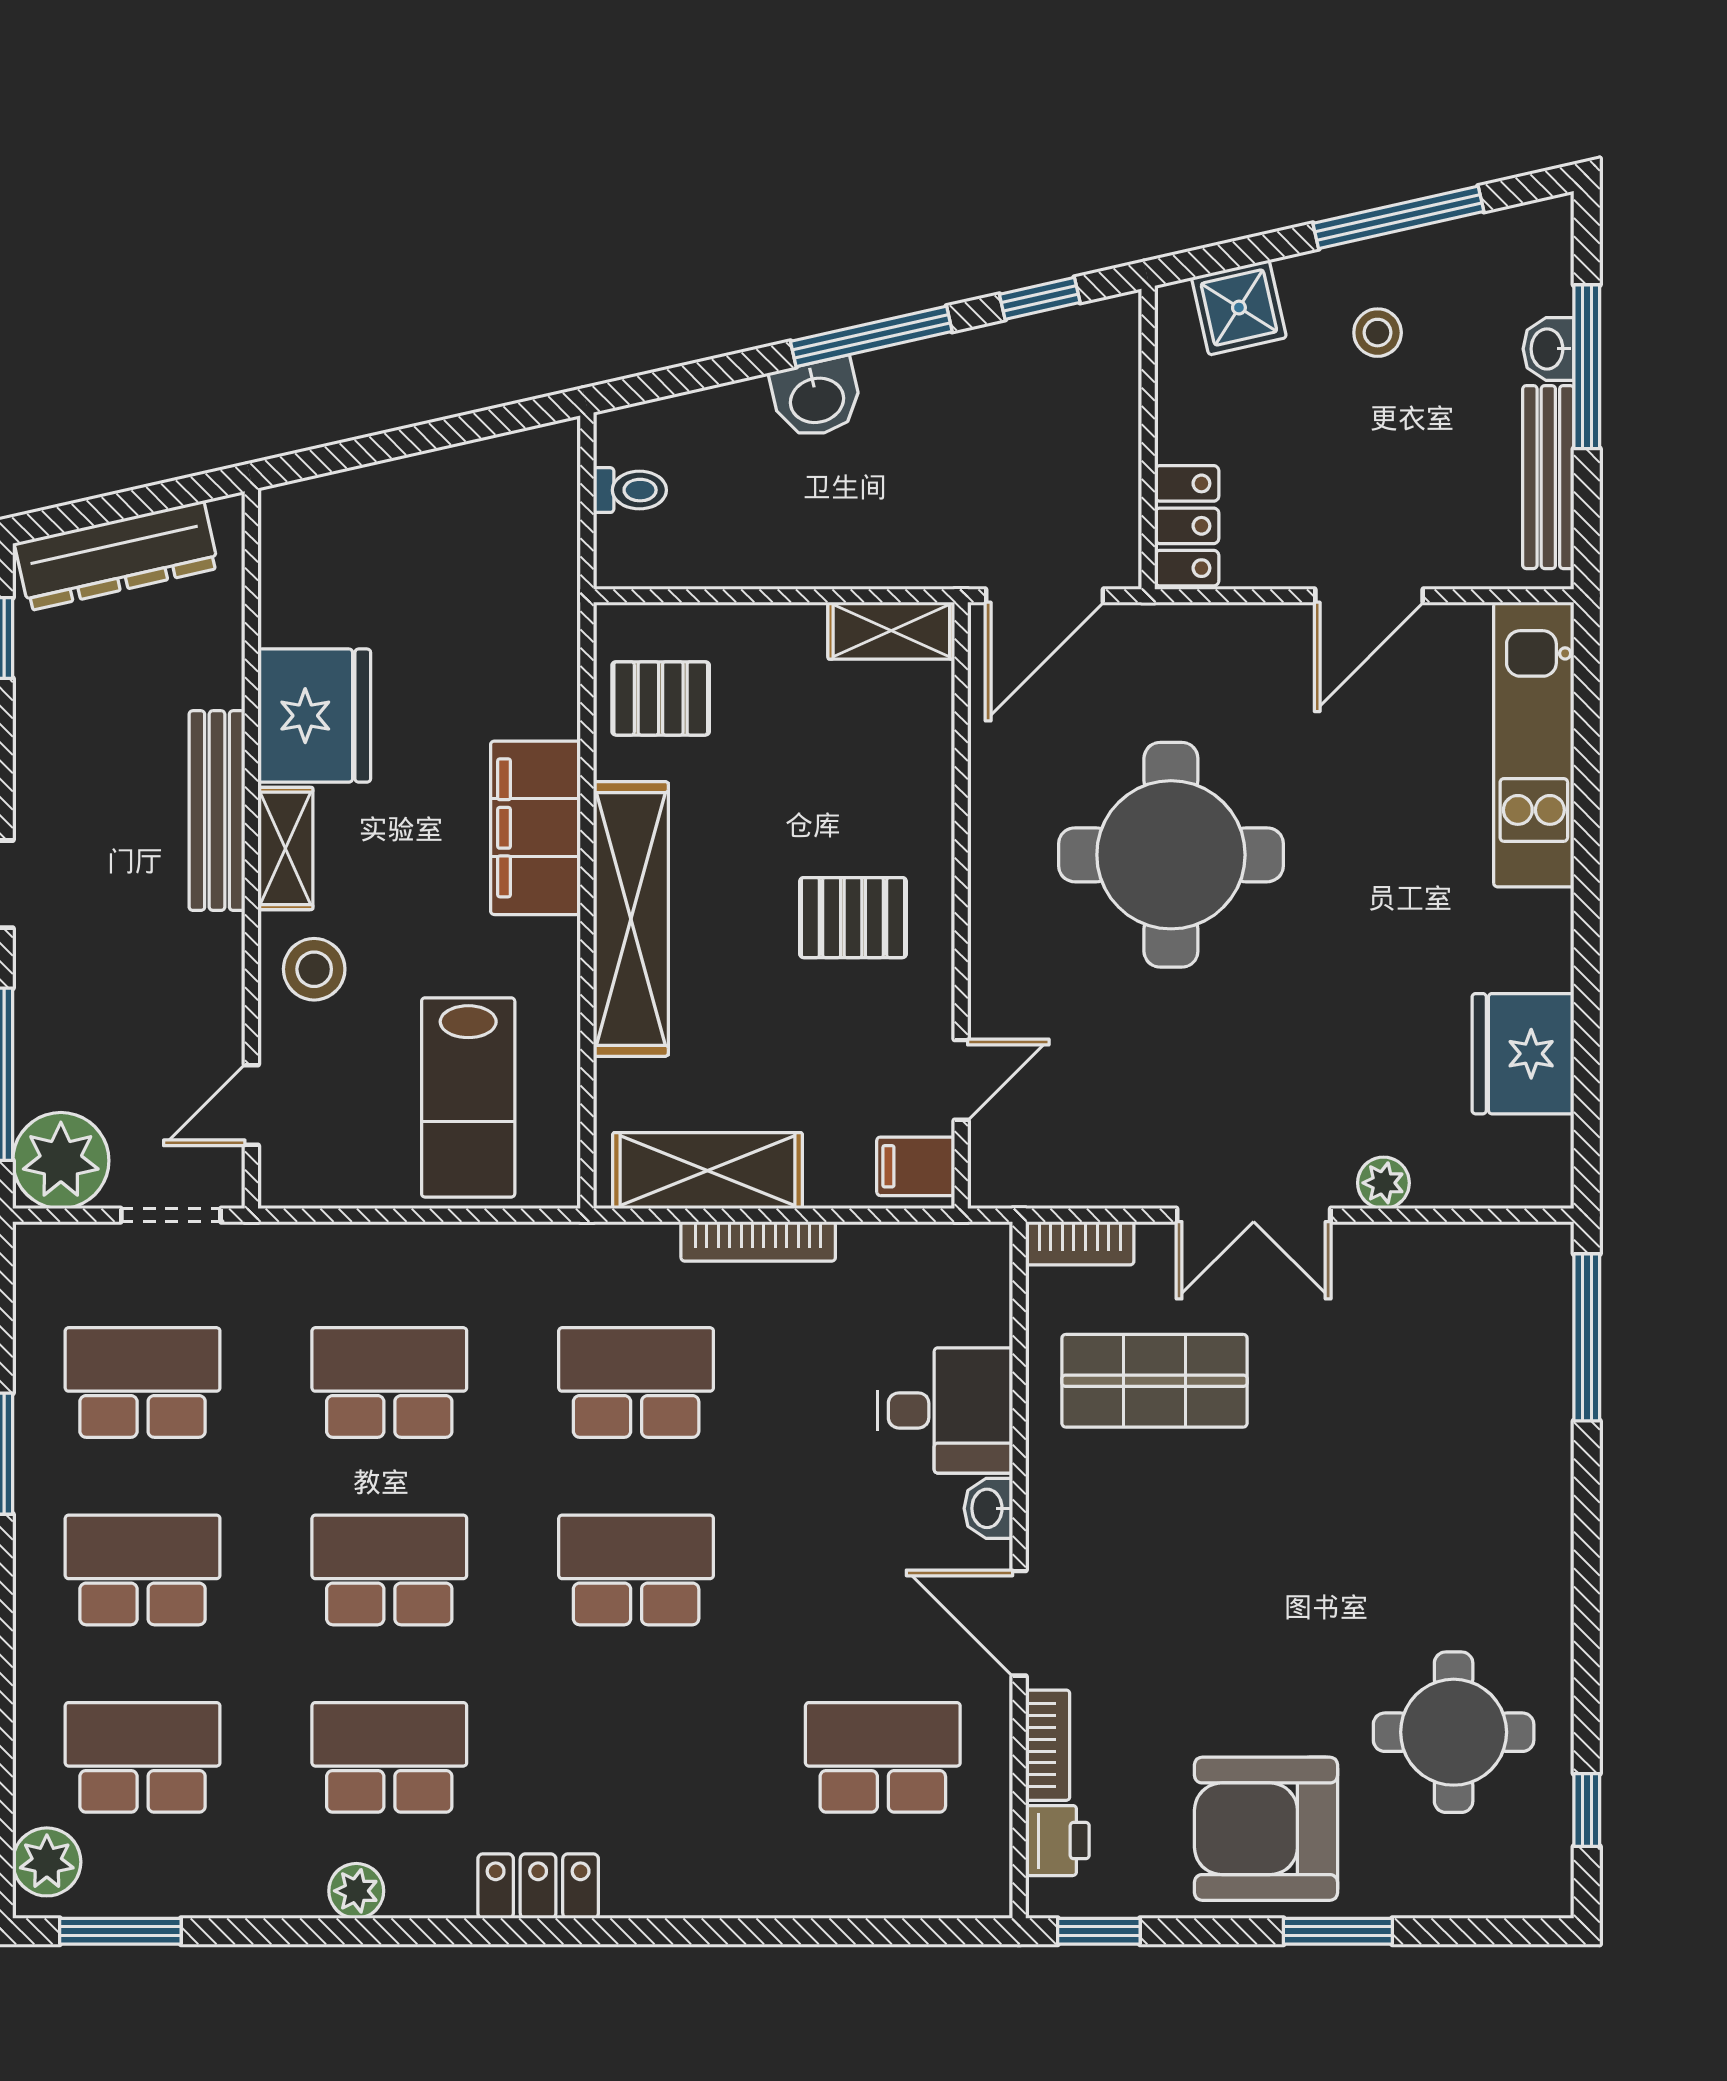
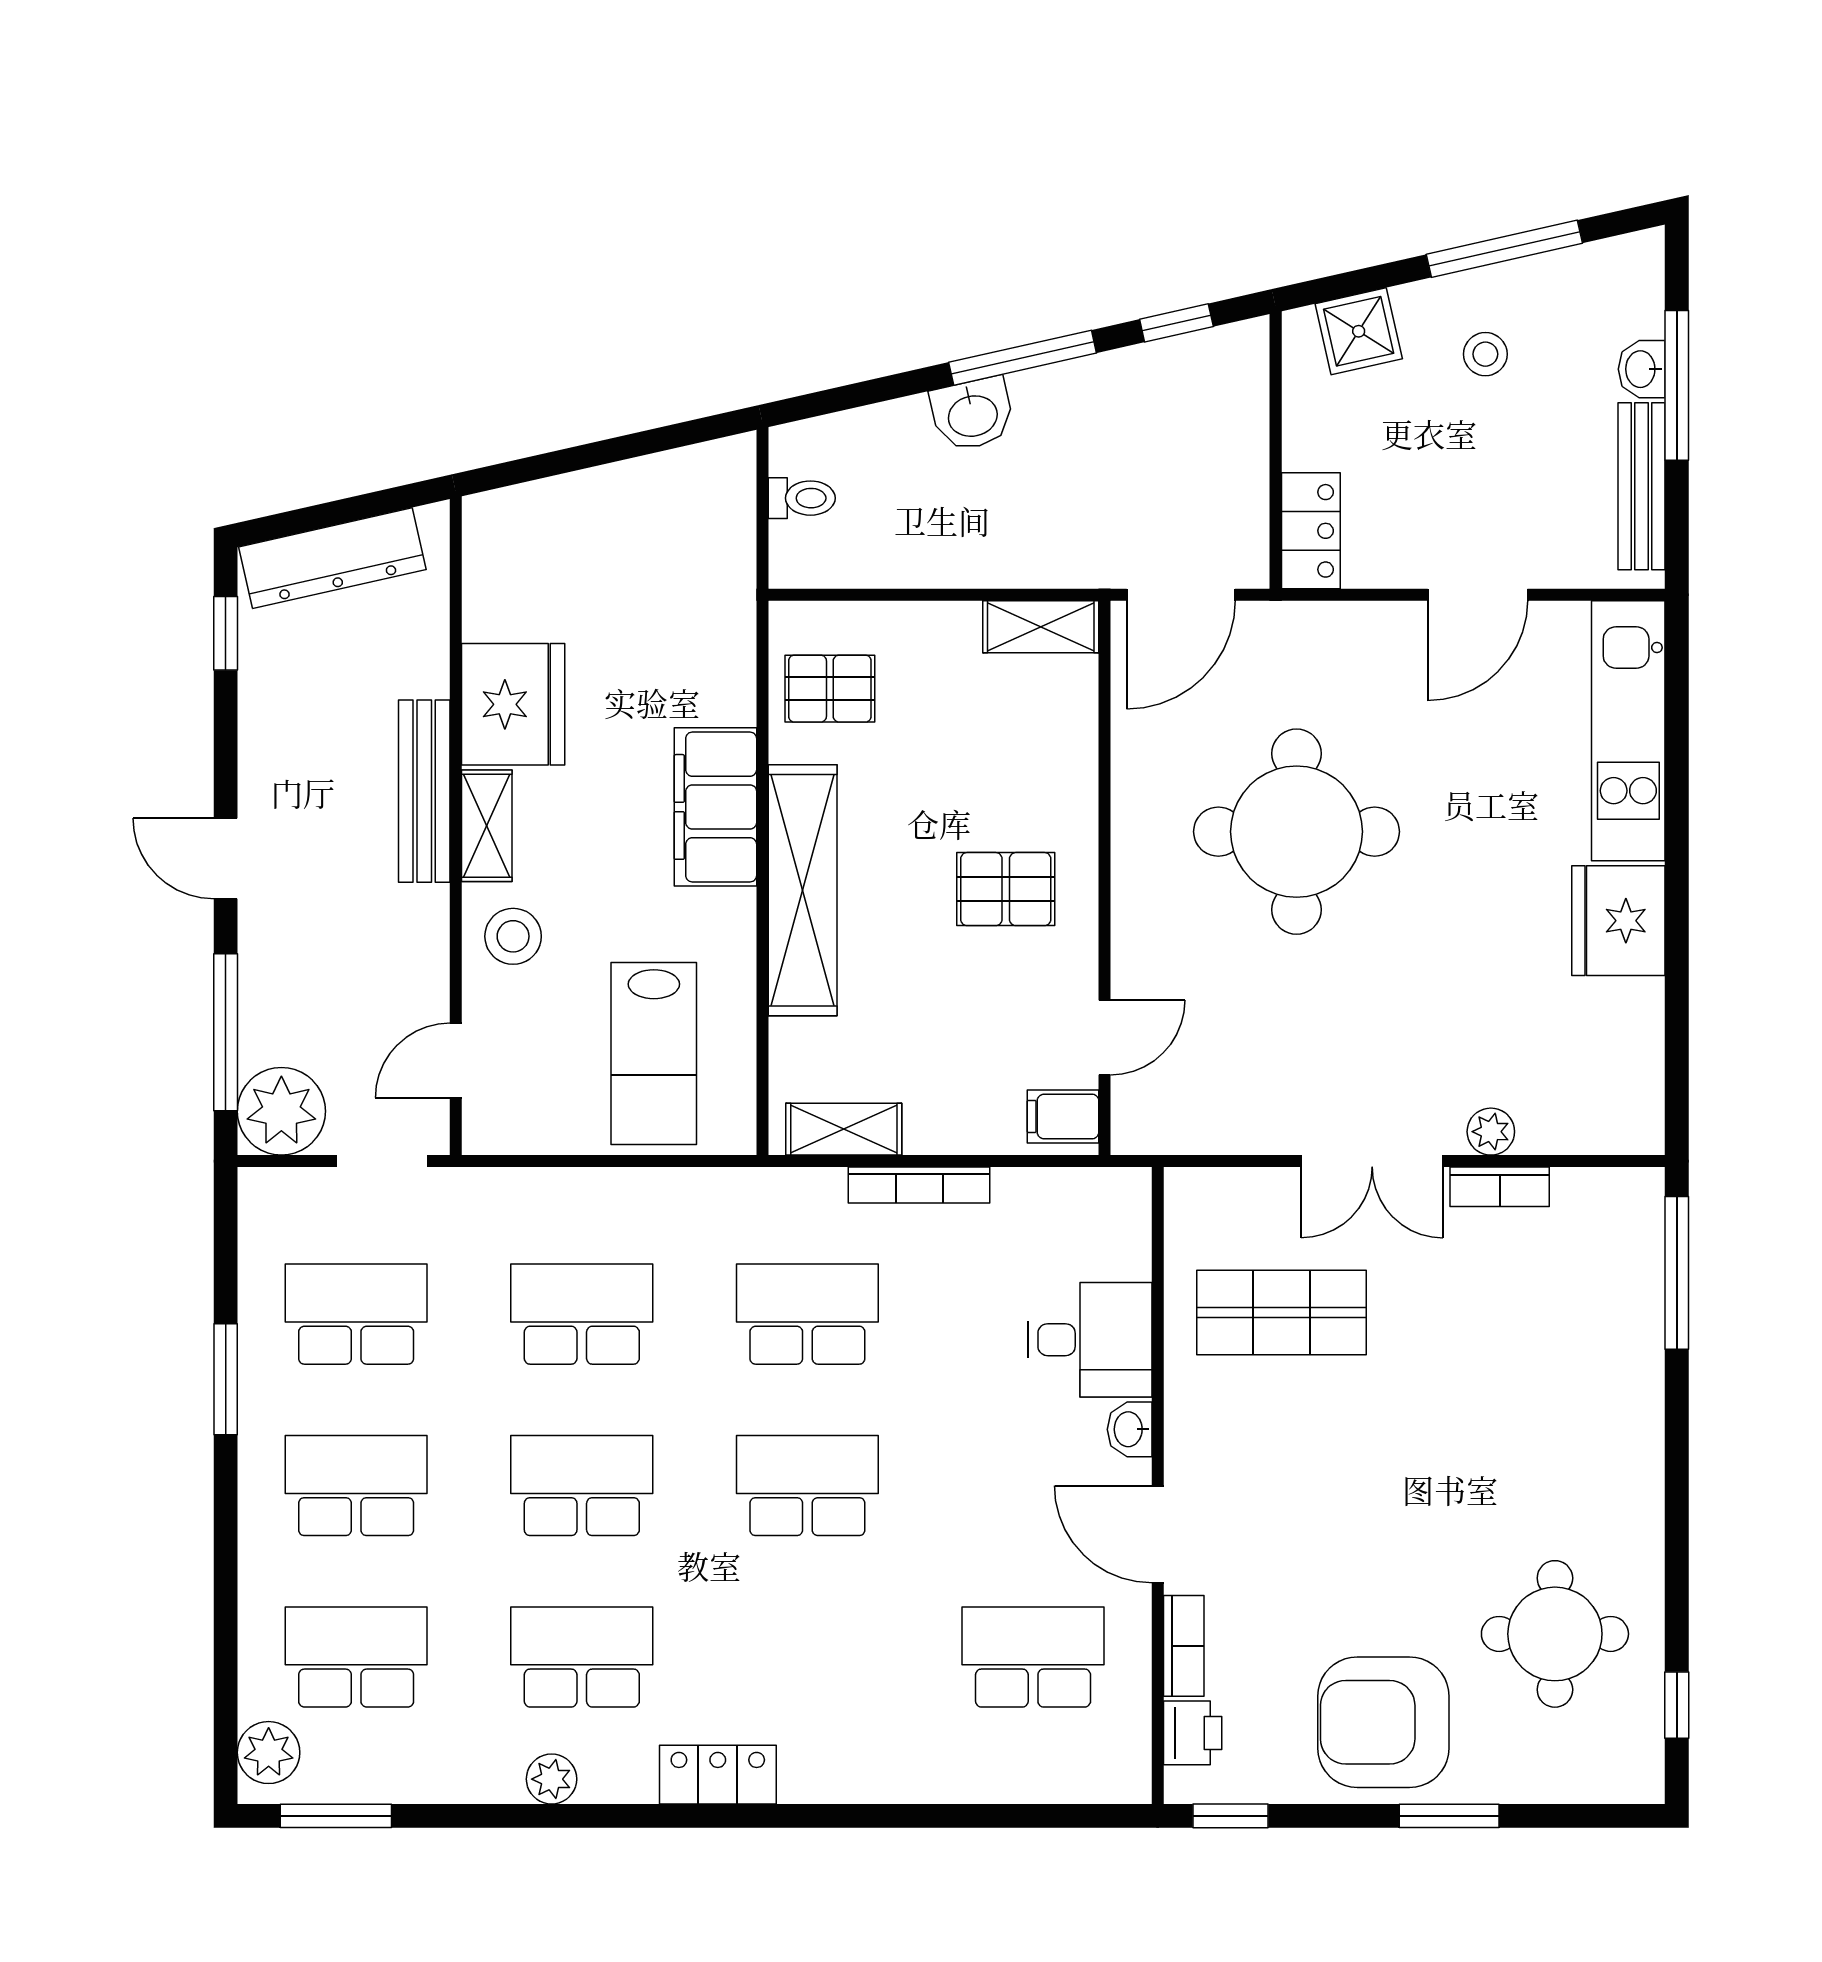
fridge: (1523, 1054) -> (1618, 921), moved
shelving: (708, 1171) -> (844, 1129), width x0.67, depth x0.75
bookcase: (1080, 1243) -> (1500, 1187), moved

